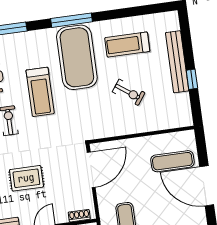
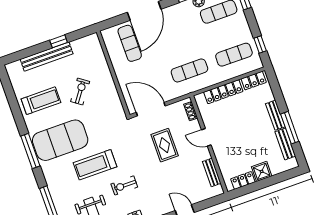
treadmill: (127, 45) -> (41, 101), turned -90
treadmill: (40, 92) -> (95, 165), turned 180
rug: (26, 178) -> (165, 145), moved

